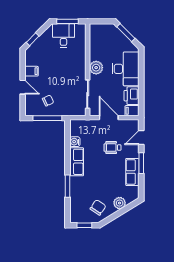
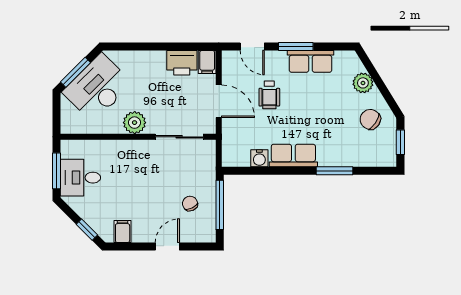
desk: (126, 69) -> (97, 88), moved, turned -45
filing cabinet: (32, 71) -> (123, 231), moved
door: (109, 118) -> (219, 101), swing flipped

